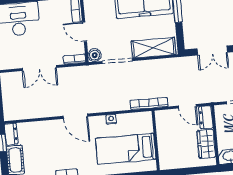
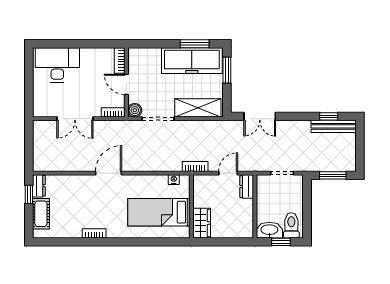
bookcase: (149, 103) -> (195, 166), width x0.64
door: (187, 106) -> (228, 173), swing flipped
door: (75, 116) -> (109, 173), swing flipped
nightstand: (111, 119) -> (174, 180), moved
wardrobe: (206, 144) -> (202, 223), moved, turned 180

